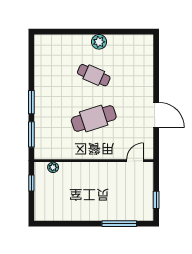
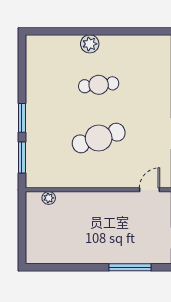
plant: (99, 42) -> (90, 44), moved
cafe table: (94, 75) -> (99, 85), turned -30
window: (31, 183) -> (22, 217), removed

